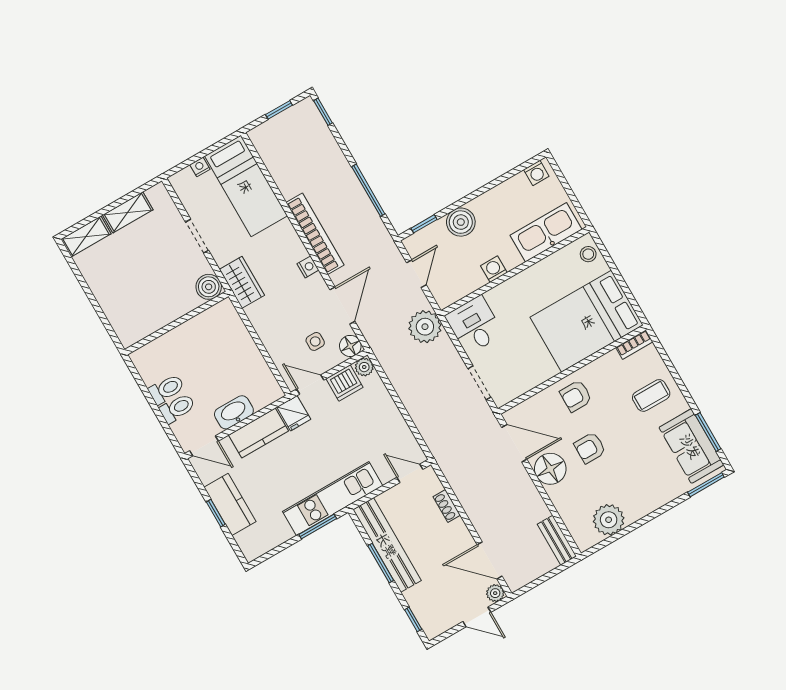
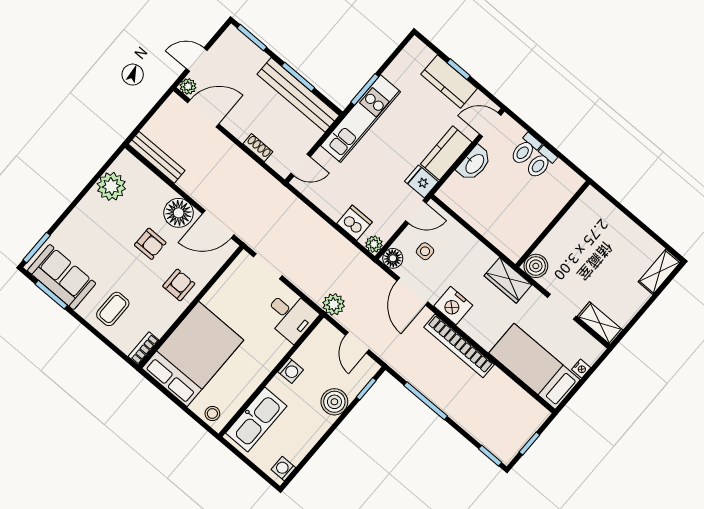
shelving: (128, 212) -> (600, 323), moved, turned 90
nightstand: (308, 267) -> (453, 306), width x1.89, depth x1.79
plant: (425, 327) -> (334, 304), width x0.73, depth x0.73
dishwasher: (345, 383) -> (355, 223), moved, turned 90
armchair: (590, 448) -> (150, 244), turned 90
bench: (557, 540) -> (157, 157), width x1.36
window: (413, 619) -> (252, 38), width x1.50

